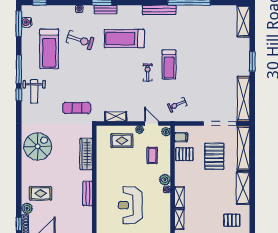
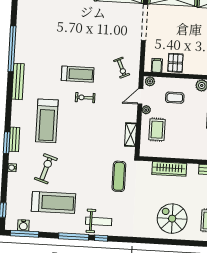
spiral stairs: (38, 147) -> (172, 219), moved
pallet: (214, 156) -> (179, 31), removed

